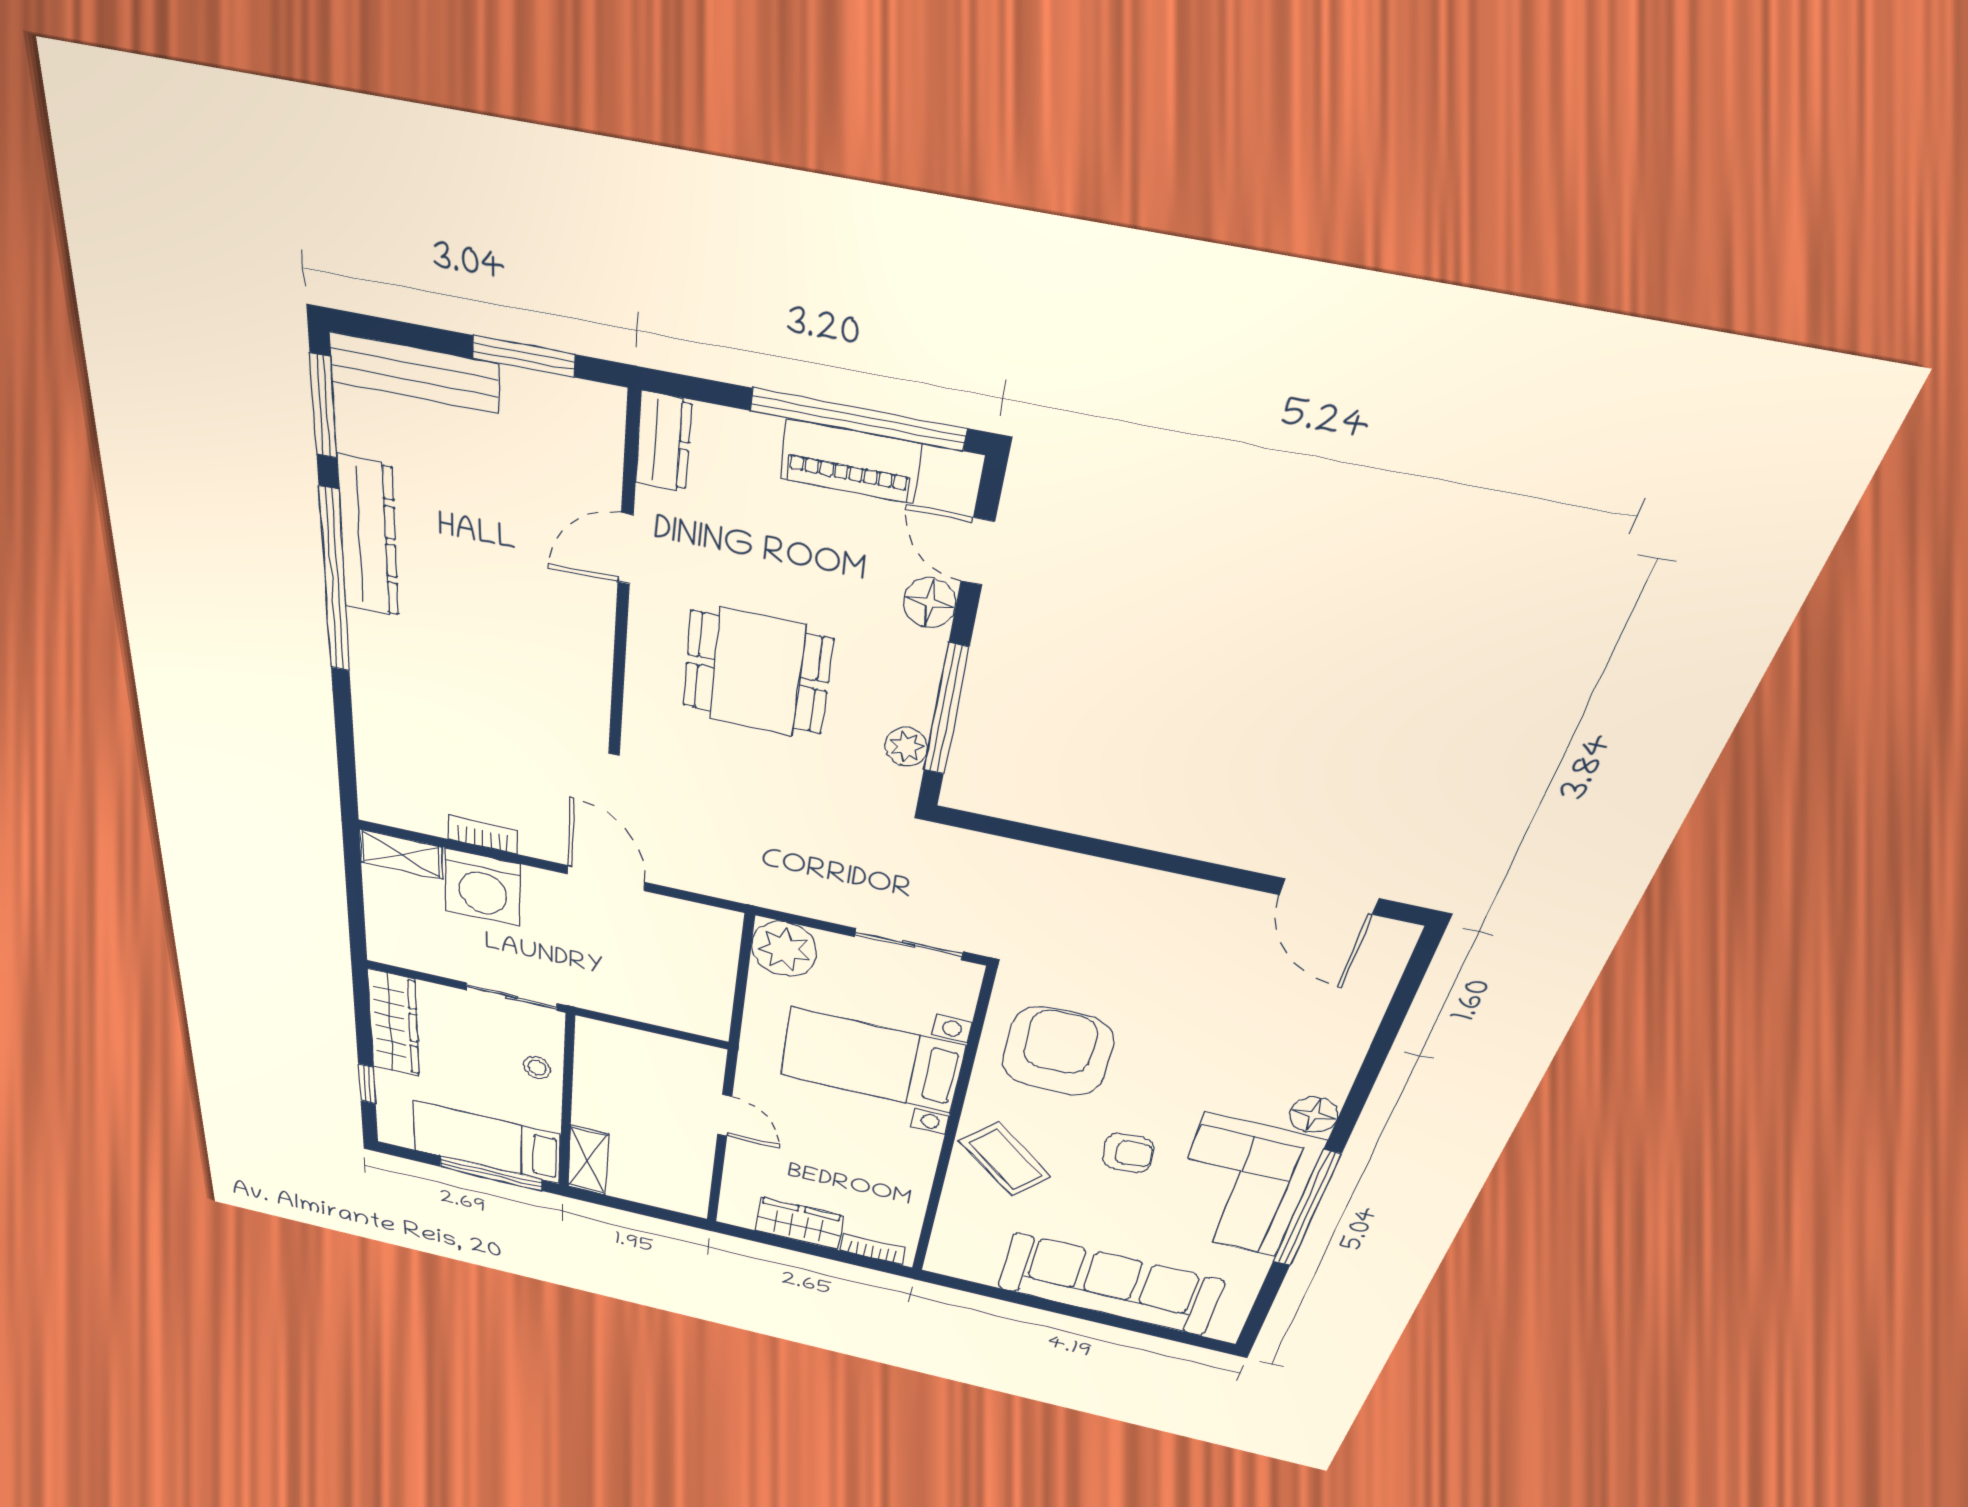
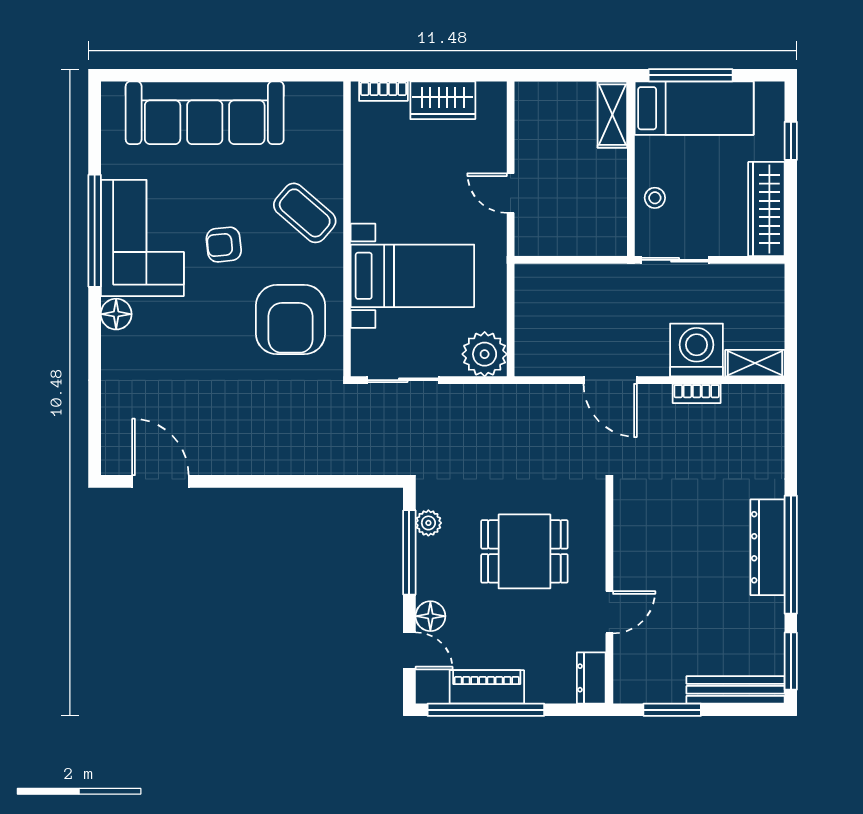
dresser: (368, 537) -> (768, 547), moved

